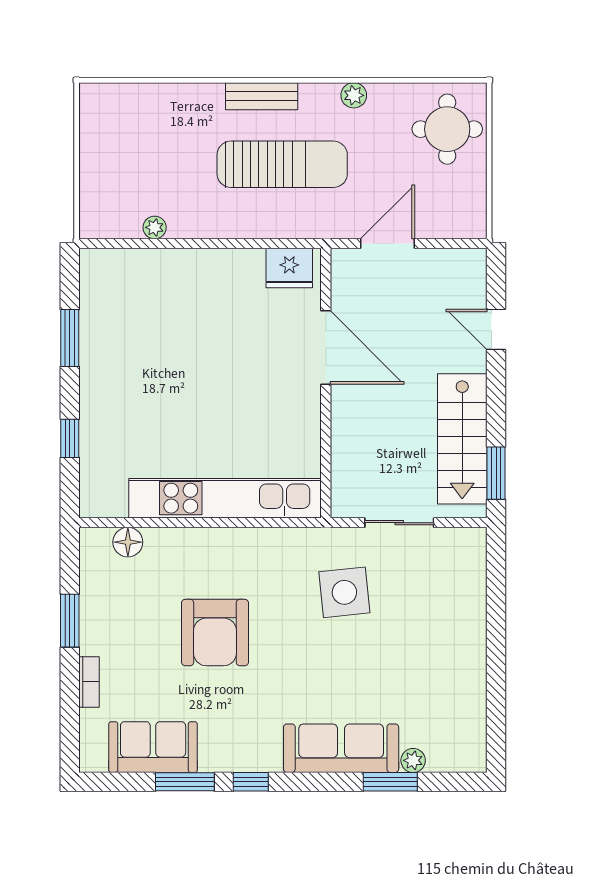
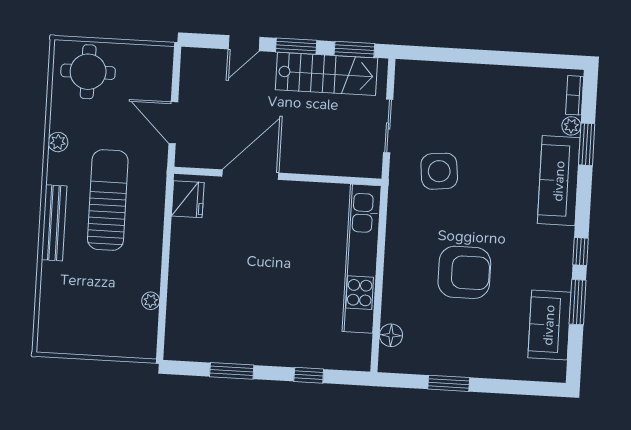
bench: (262, 96) -> (54, 223), width x1.36
window: (496, 397) -> (296, 46), added
bookcase: (89, 682) -> (575, 95), moved, turned -90

